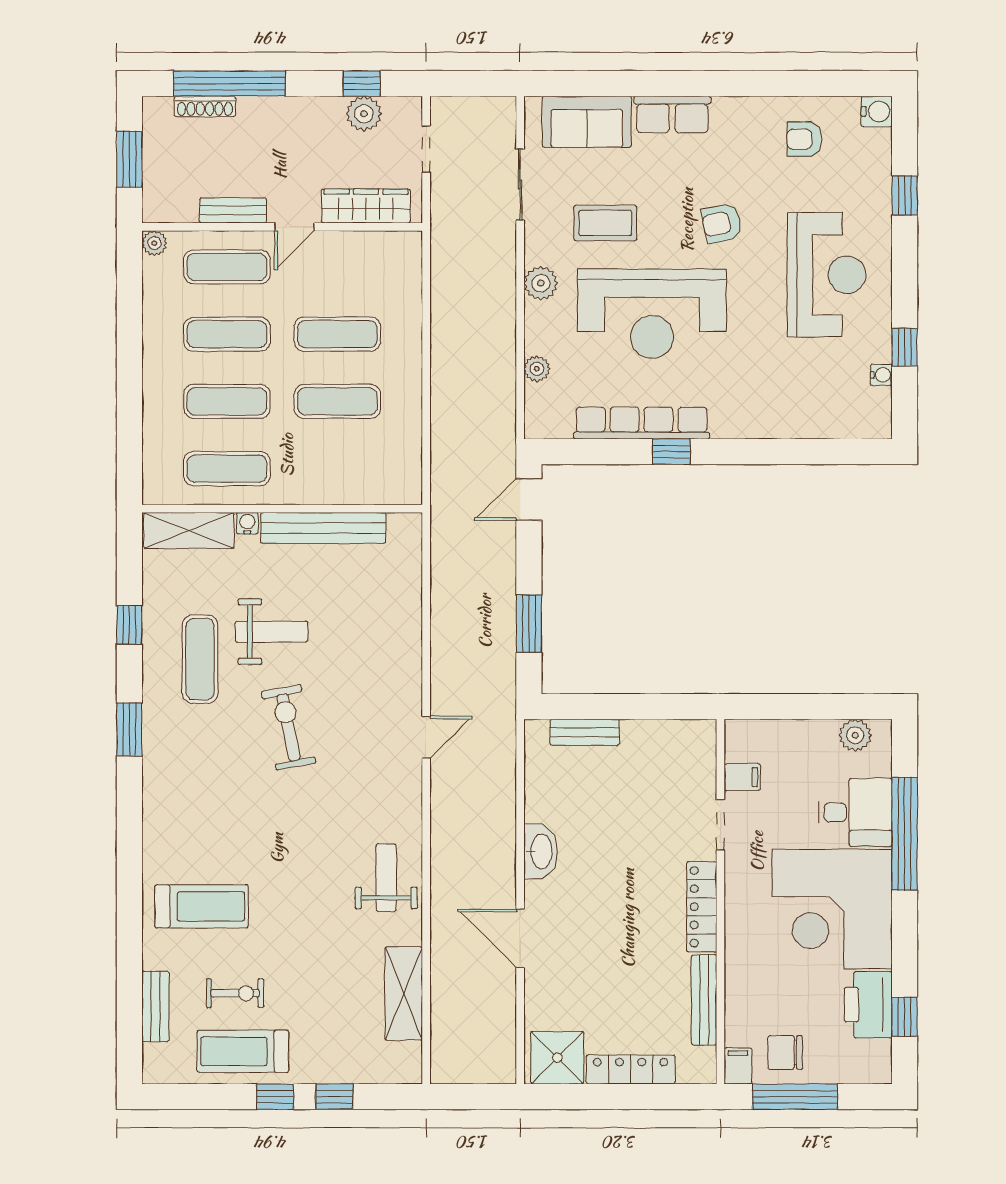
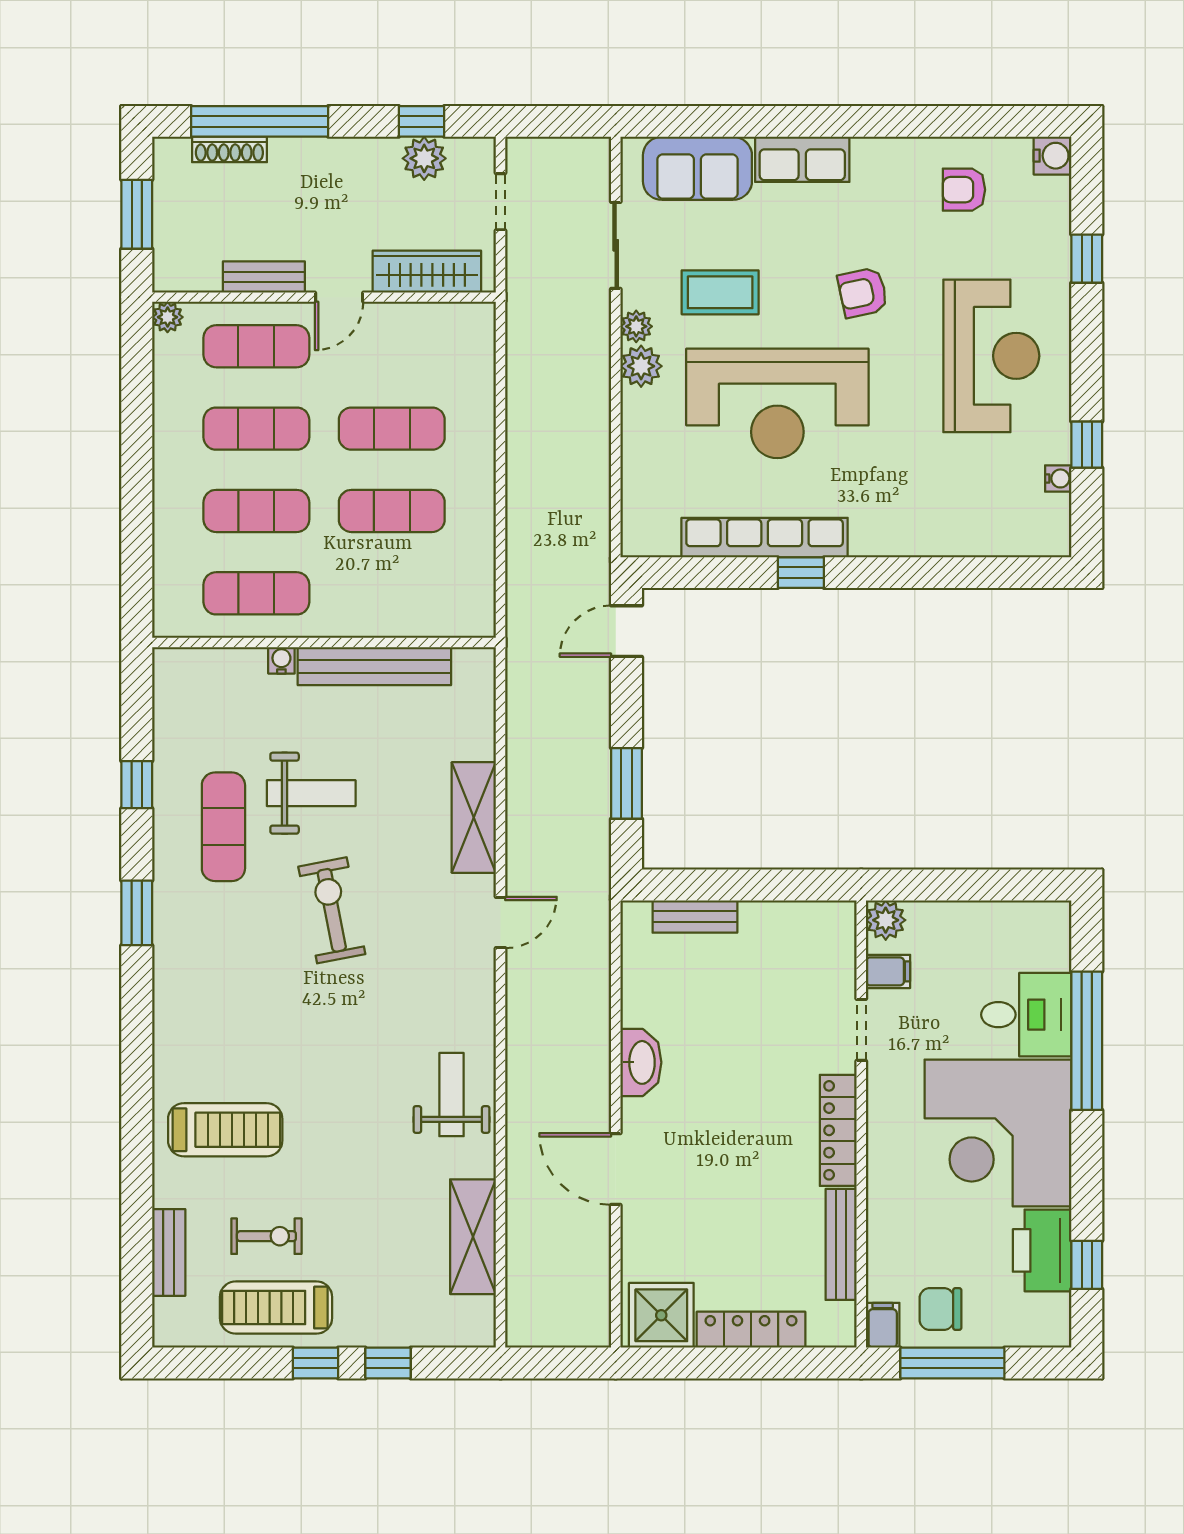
plant: (537, 369) -> (636, 326), moved
shelving: (189, 530) -> (474, 818), moved, turned 90
plant: (855, 735) -> (886, 920), moved

